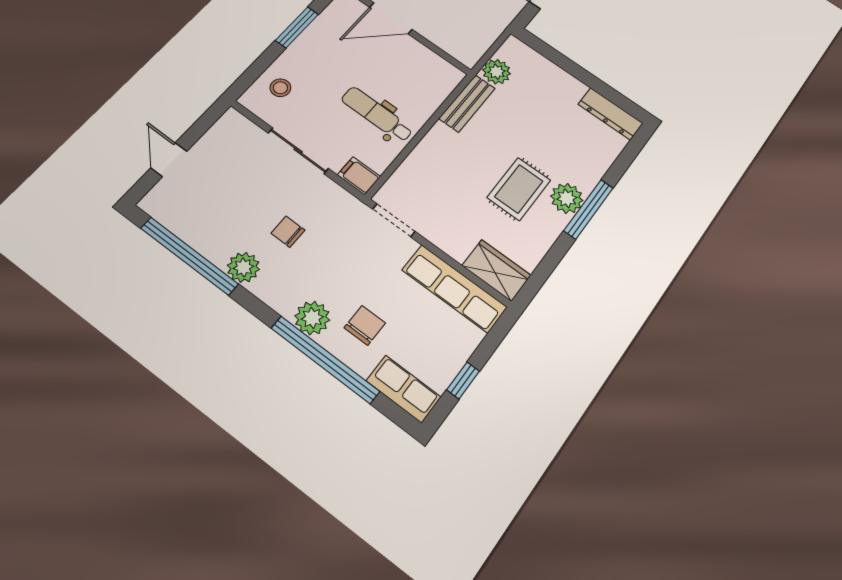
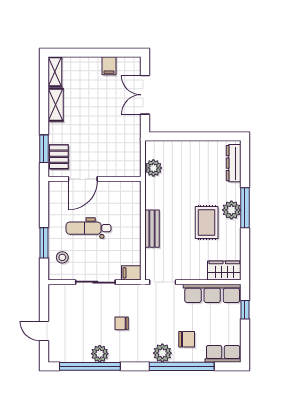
window: (297, 27) -> (44, 243), moved
bench: (467, 103) -> (152, 229), moved
dental chair: (377, 114) -> (88, 228), moved
dresser: (610, 114) -> (234, 163), moved, turned 90
plant: (243, 267) -> (100, 354), moved
chair: (365, 325) -> (187, 339), turned 90
window: (463, 380) -> (245, 310), moved

